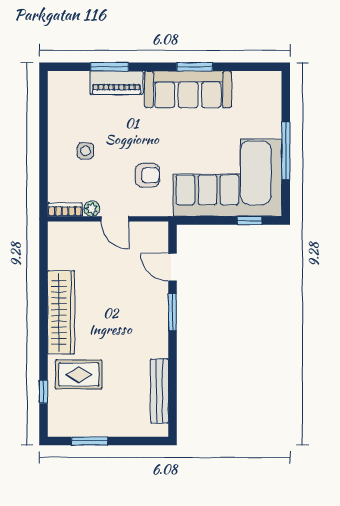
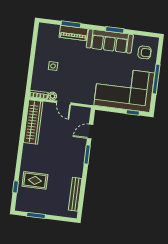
armchair: (147, 175) -> (145, 52), moved
door: (172, 267) -> (90, 131), hinge flipped
wardrobe: (61, 312) -> (33, 122), moved

